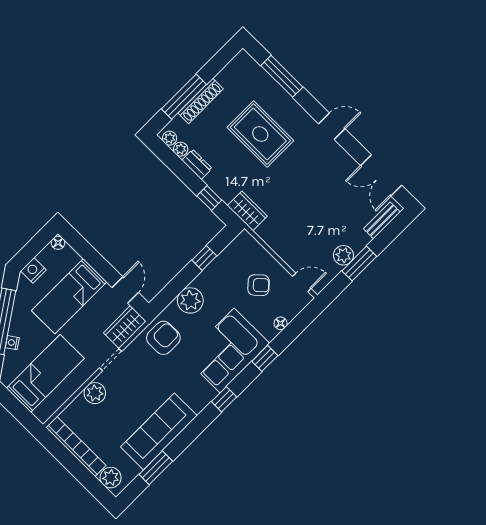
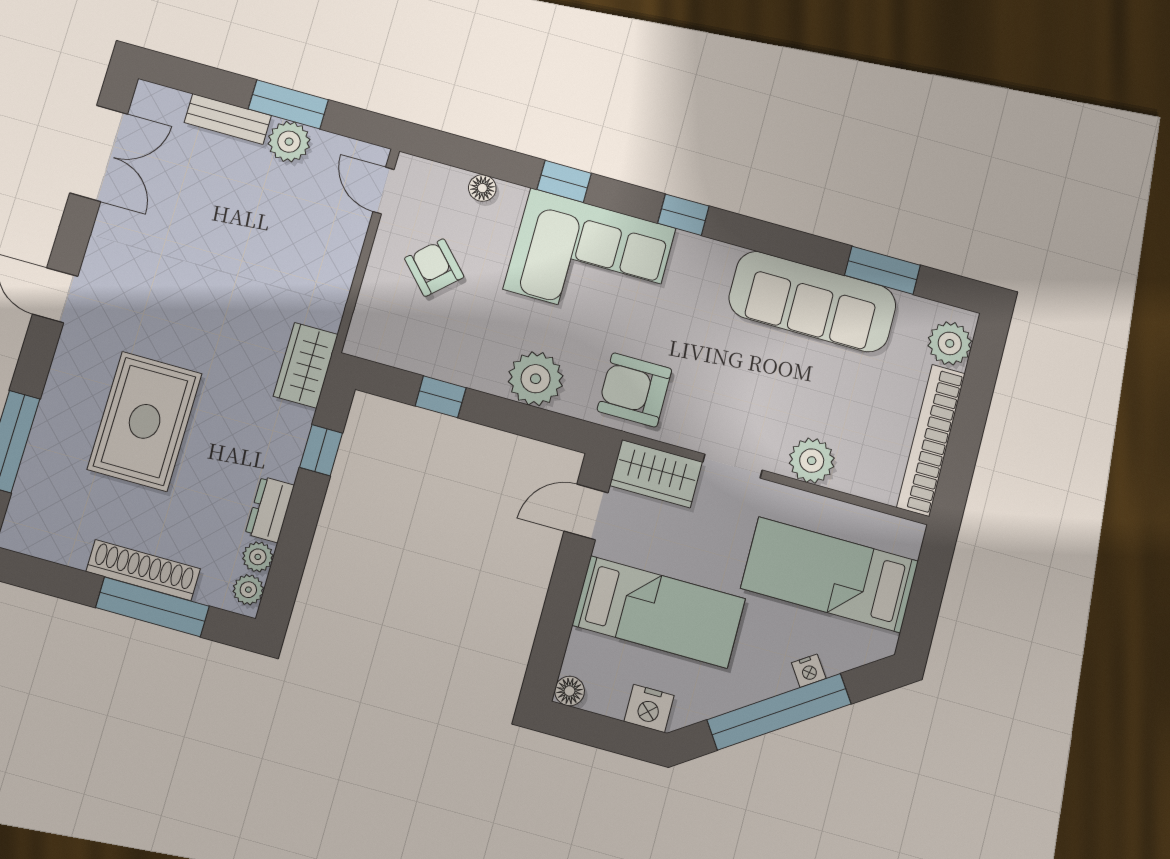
bench: (382, 220) -> (228, 119), moved

